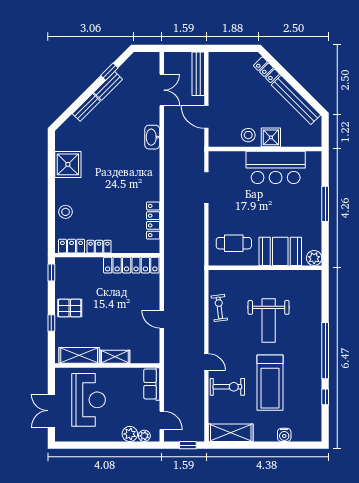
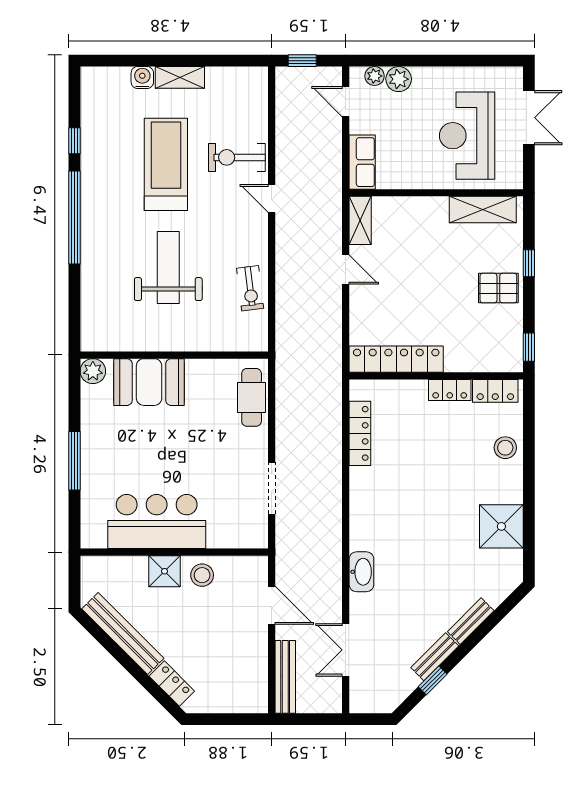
cafe table: (234, 243) -> (252, 397), moved, turned 90
shelving: (115, 357) -> (360, 220), moved, turned 90
shelving: (231, 433) -> (180, 77), moved, width x0.67, depth x0.75

